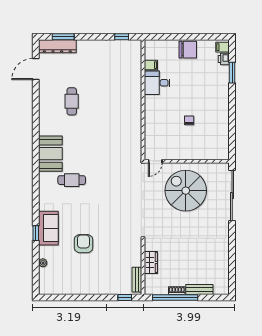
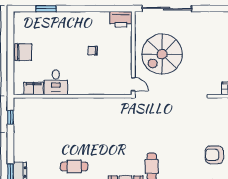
filing cabinet: (222, 47) -> (21, 18), removed
chair: (188, 50) -> (23, 52), turned 90
printer: (224, 59) -> (121, 19), moved, width x1.87, depth x1.48
filing cabinet: (151, 65) -> (34, 88), width x2.00

